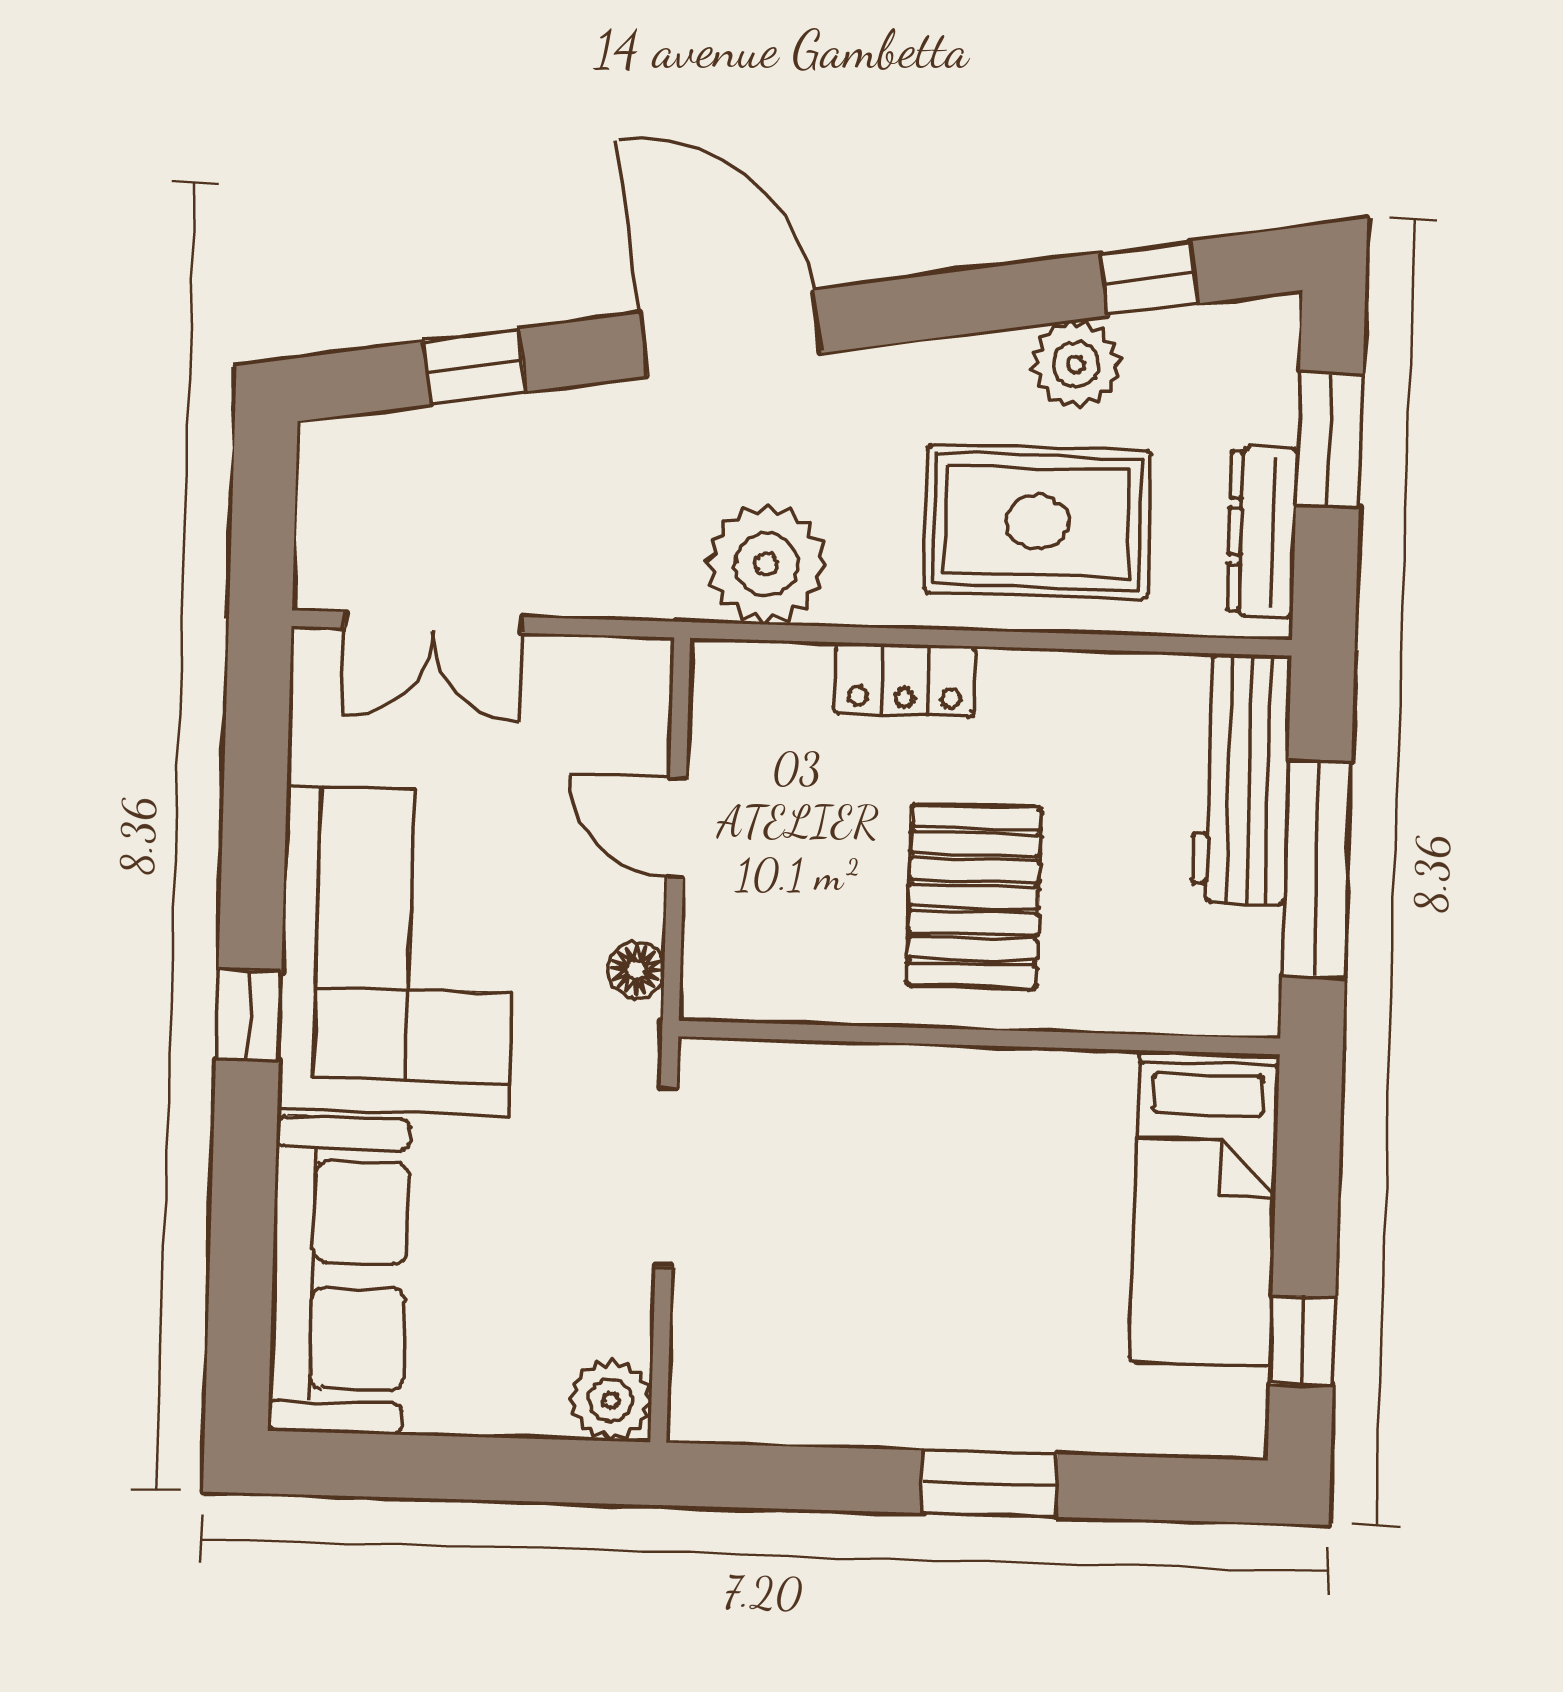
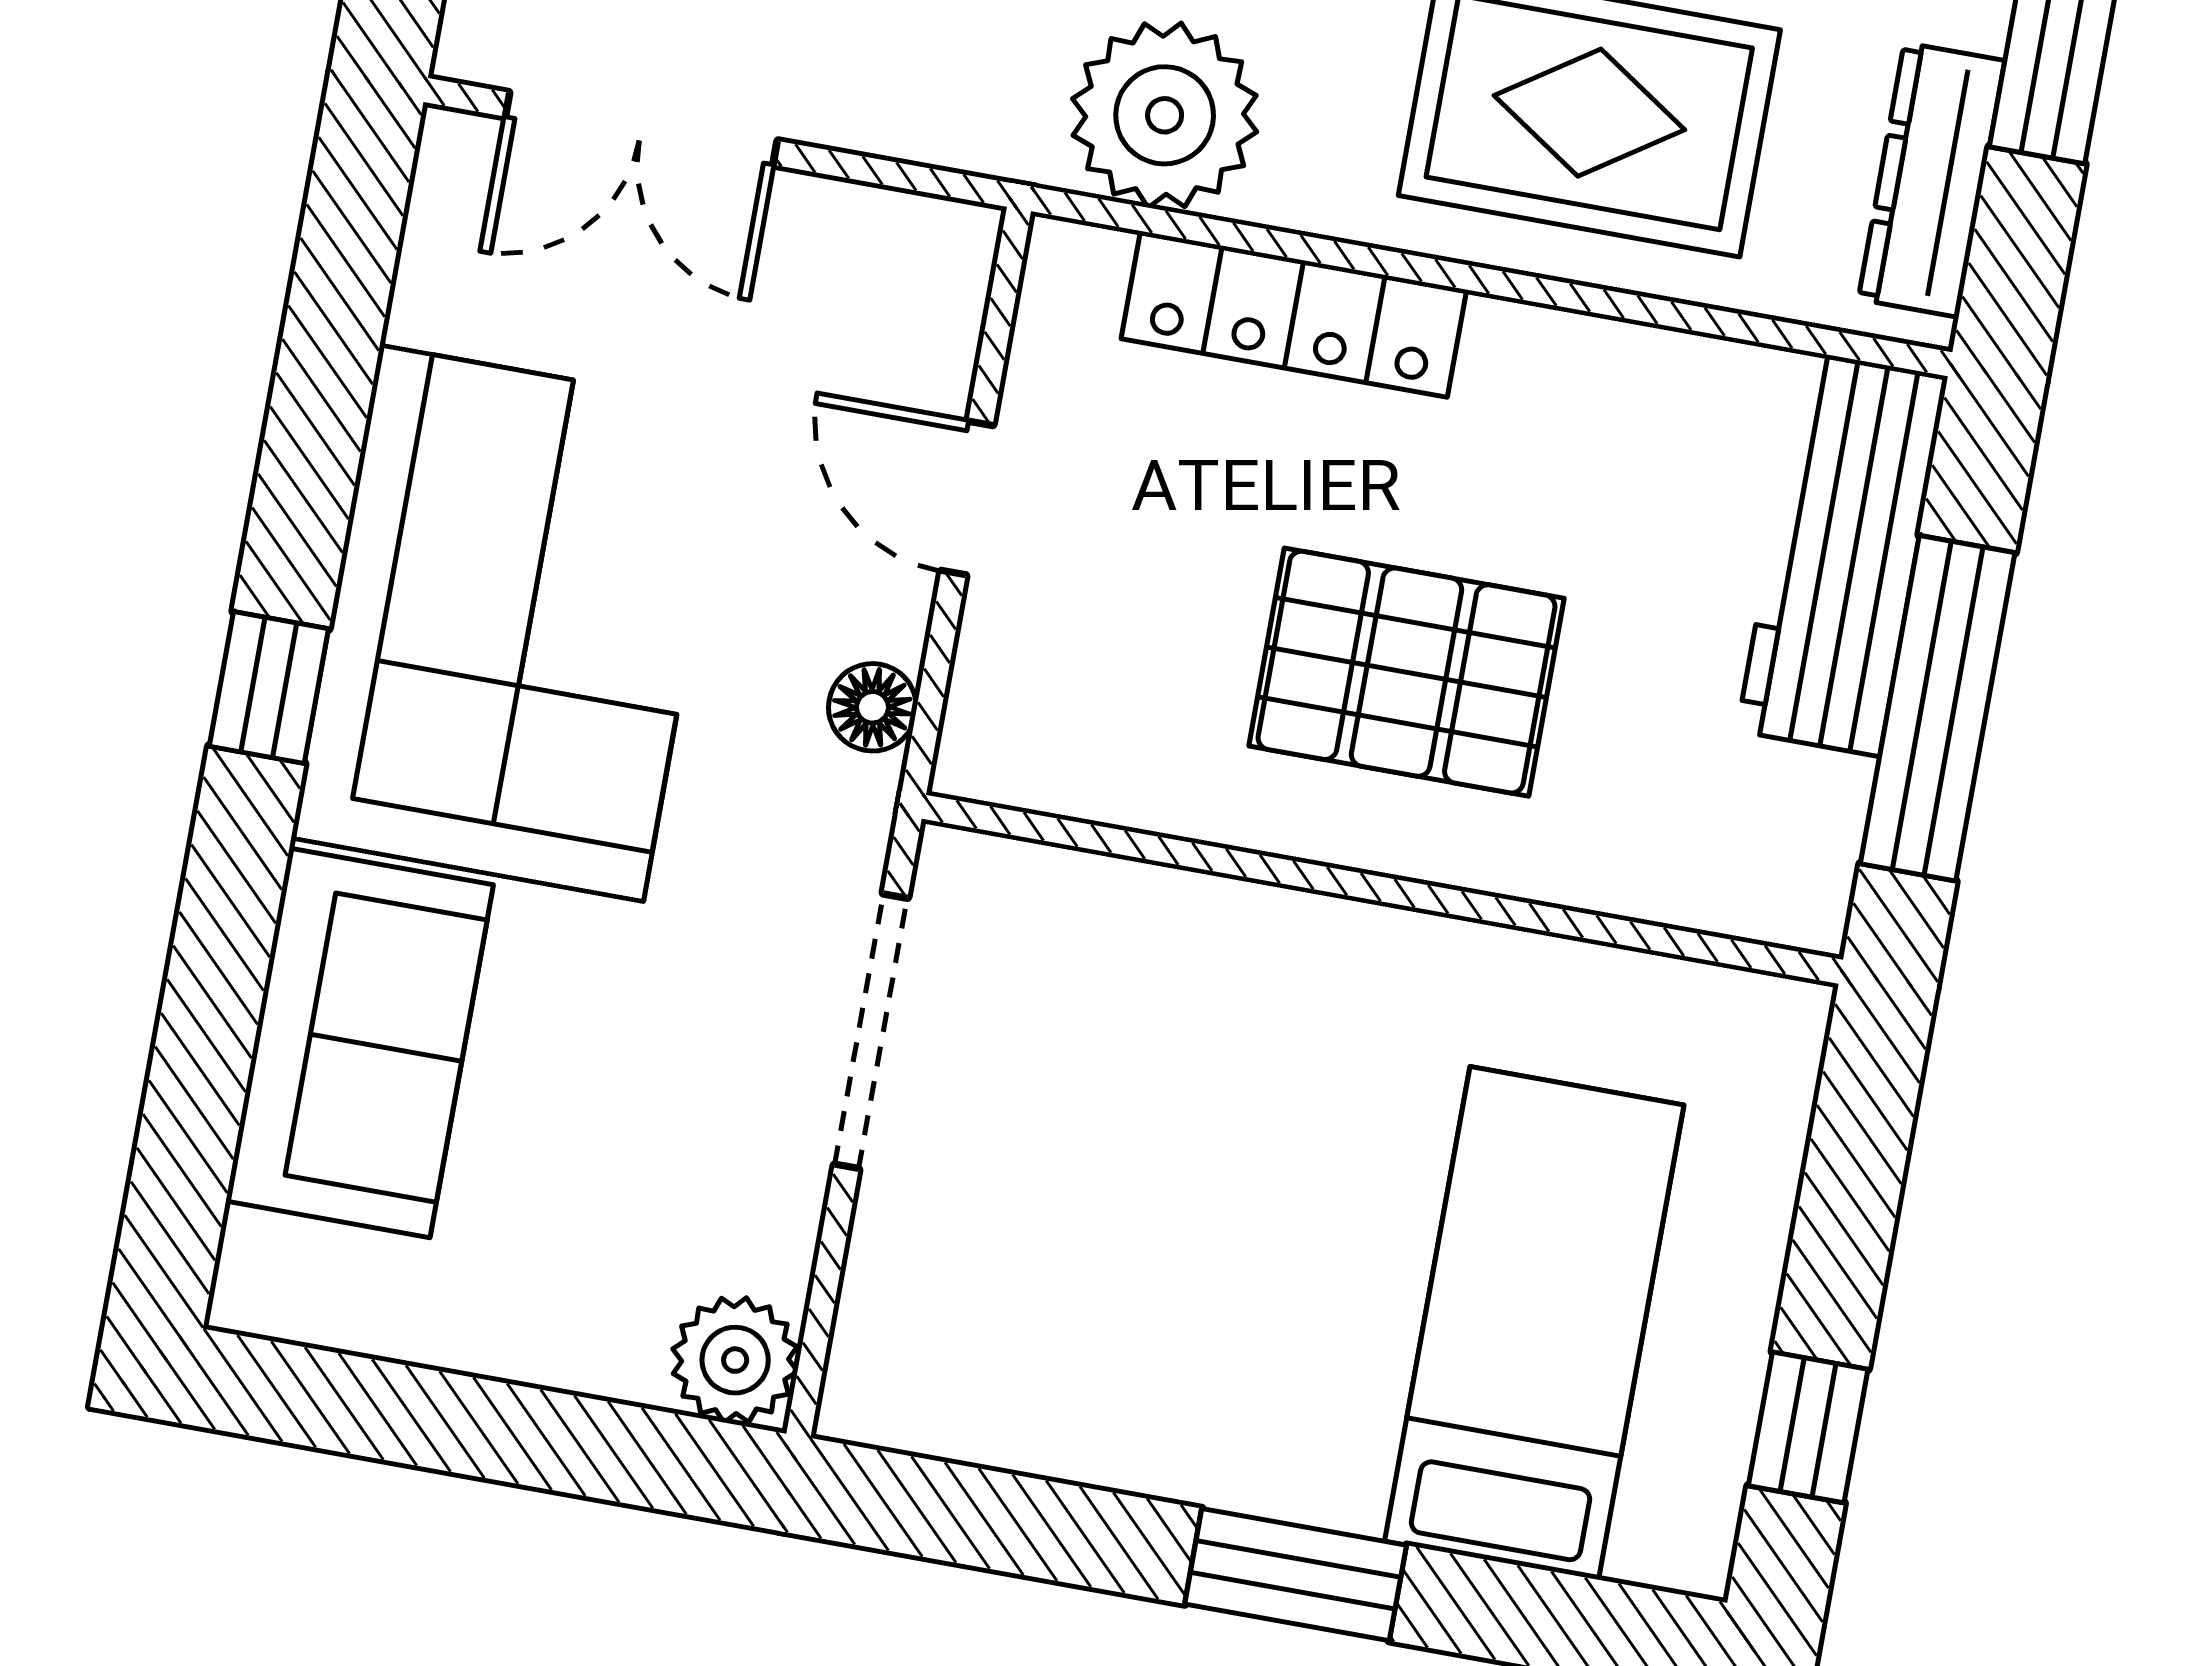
locker: (905, 680) -> (1294, 314), width x1.53
pallet: (974, 896) -> (1406, 672), turned 90
bed: (1205, 1208) -> (1534, 1323), moved, turned 180
sofa: (339, 1275) -> (360, 1043), width x0.73

